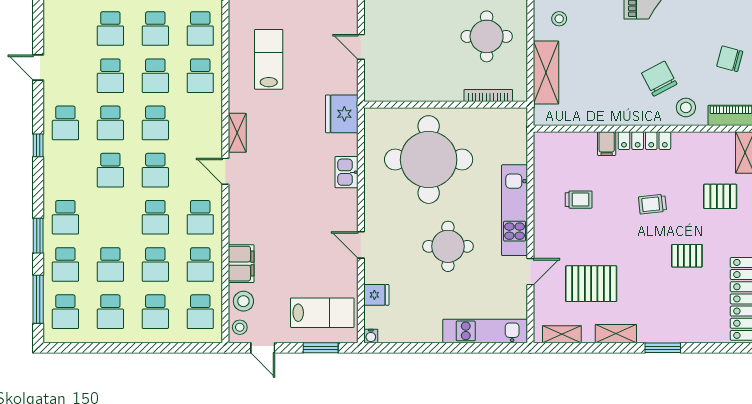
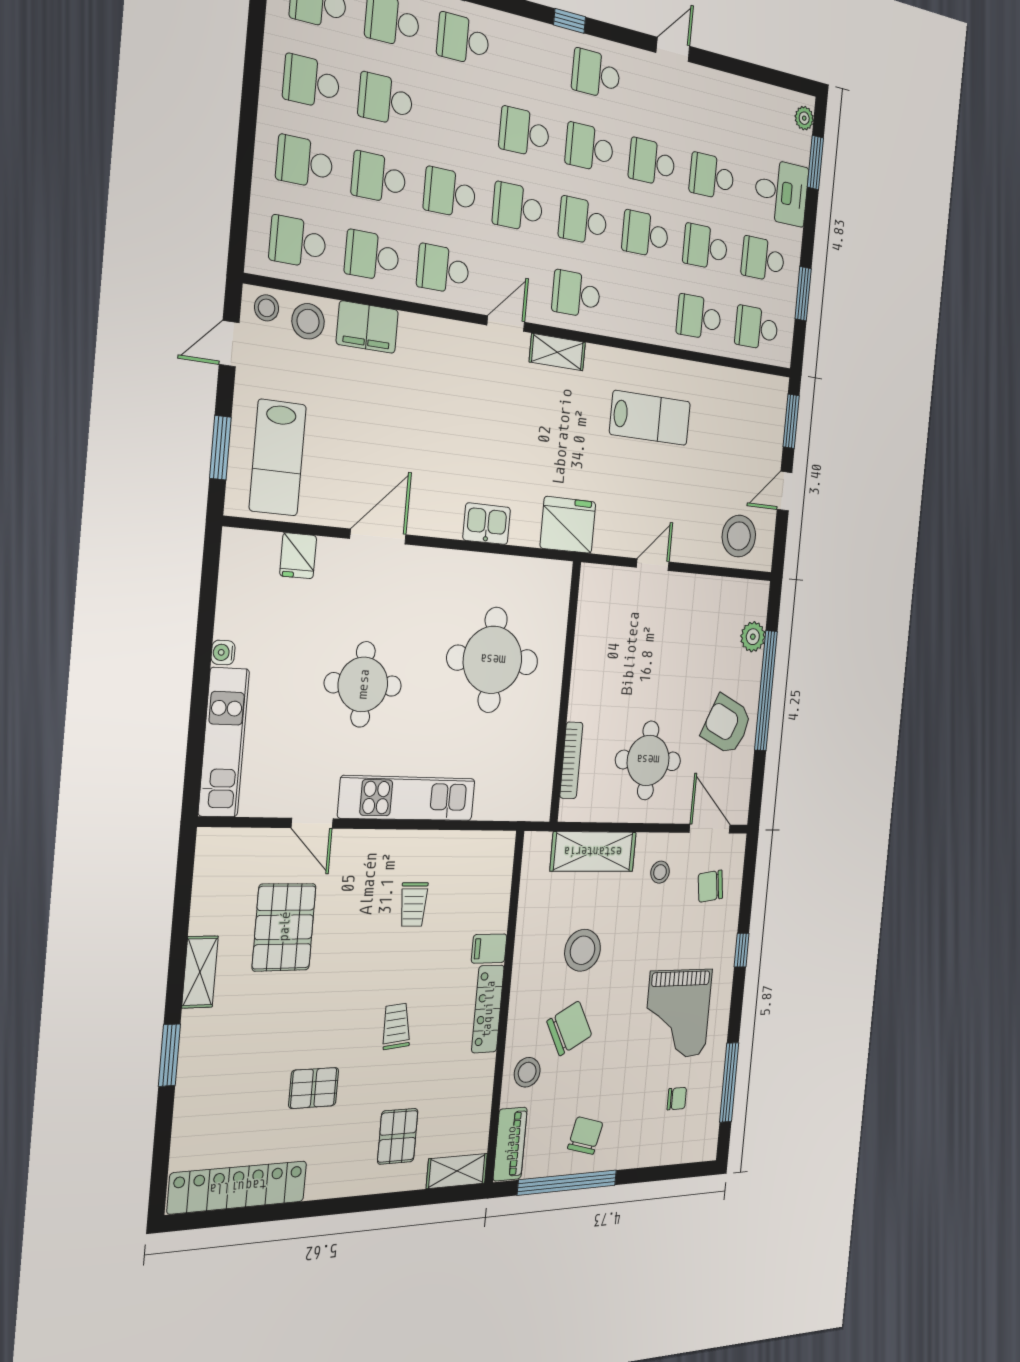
stool: (609, 74) -> (583, 950), added
school desk: (200, 76) -> (576, 294), moved
round table: (429, 160) -> (493, 660), width x0.73, depth x0.73
door: (361, 245) -> (378, 537), width x1.38
pallet: (687, 256) -> (314, 1088), turned 90
shelving: (562, 334) -> (207, 877), removed
water cooler: (371, 336) -> (223, 652), moved

